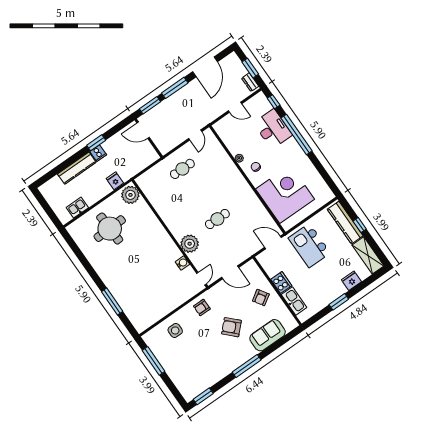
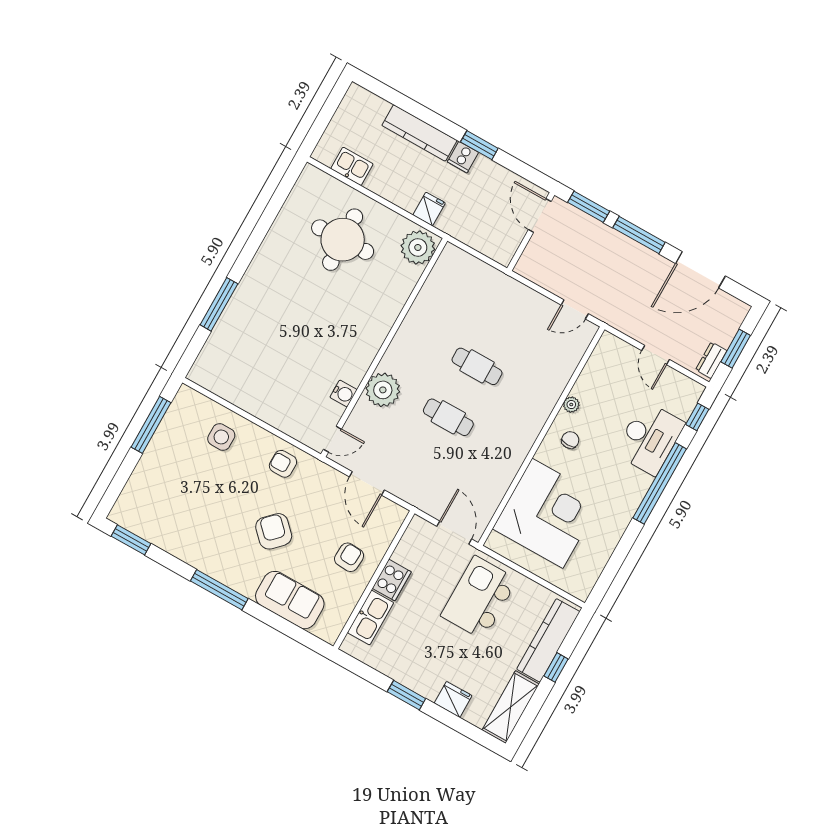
cafe table: (182, 169) -> (477, 366), moved
armchair: (261, 298) -> (349, 557), turned 126

